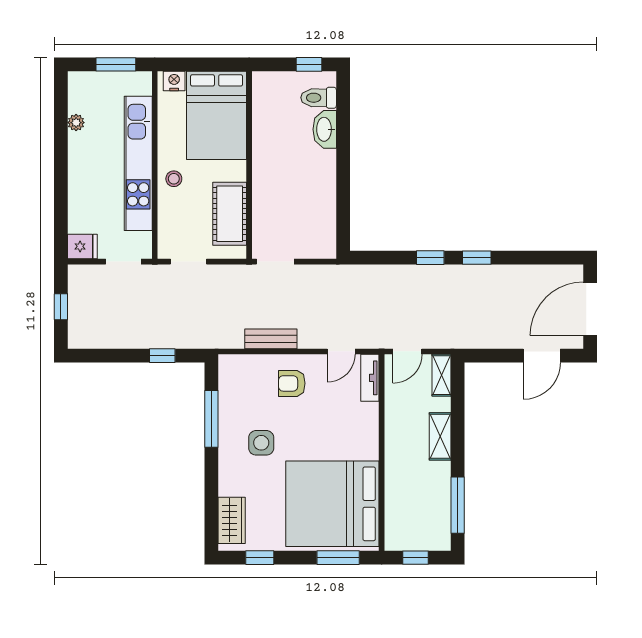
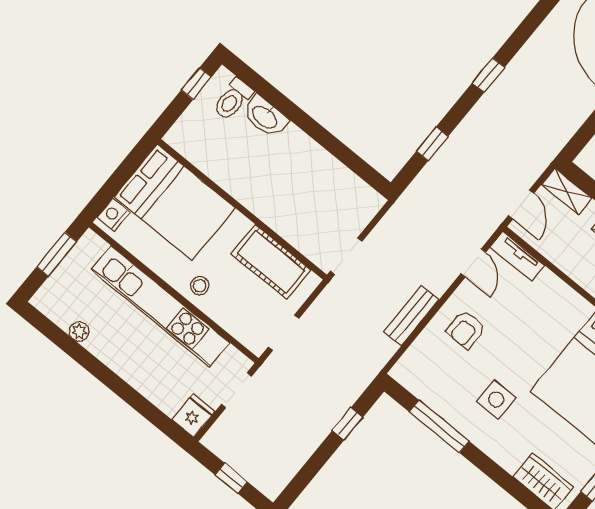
window: (430, 258) -> (432, 144), moved

